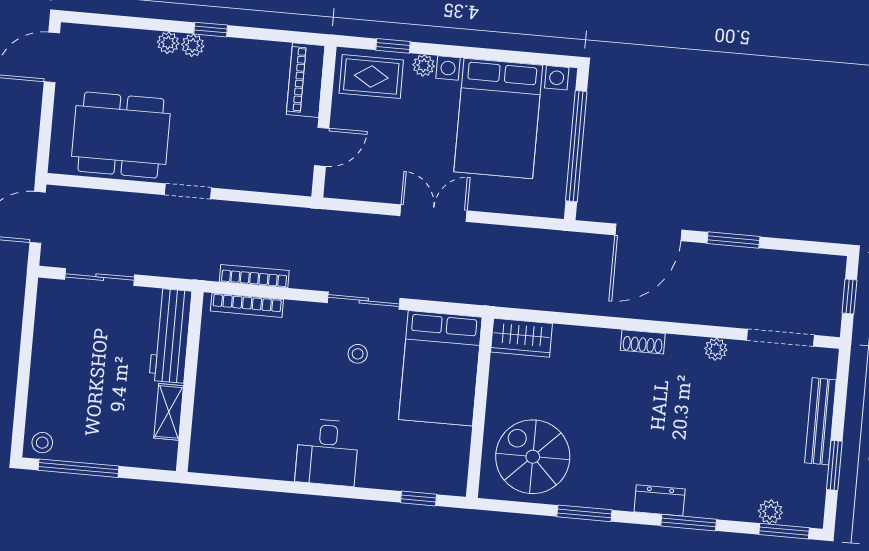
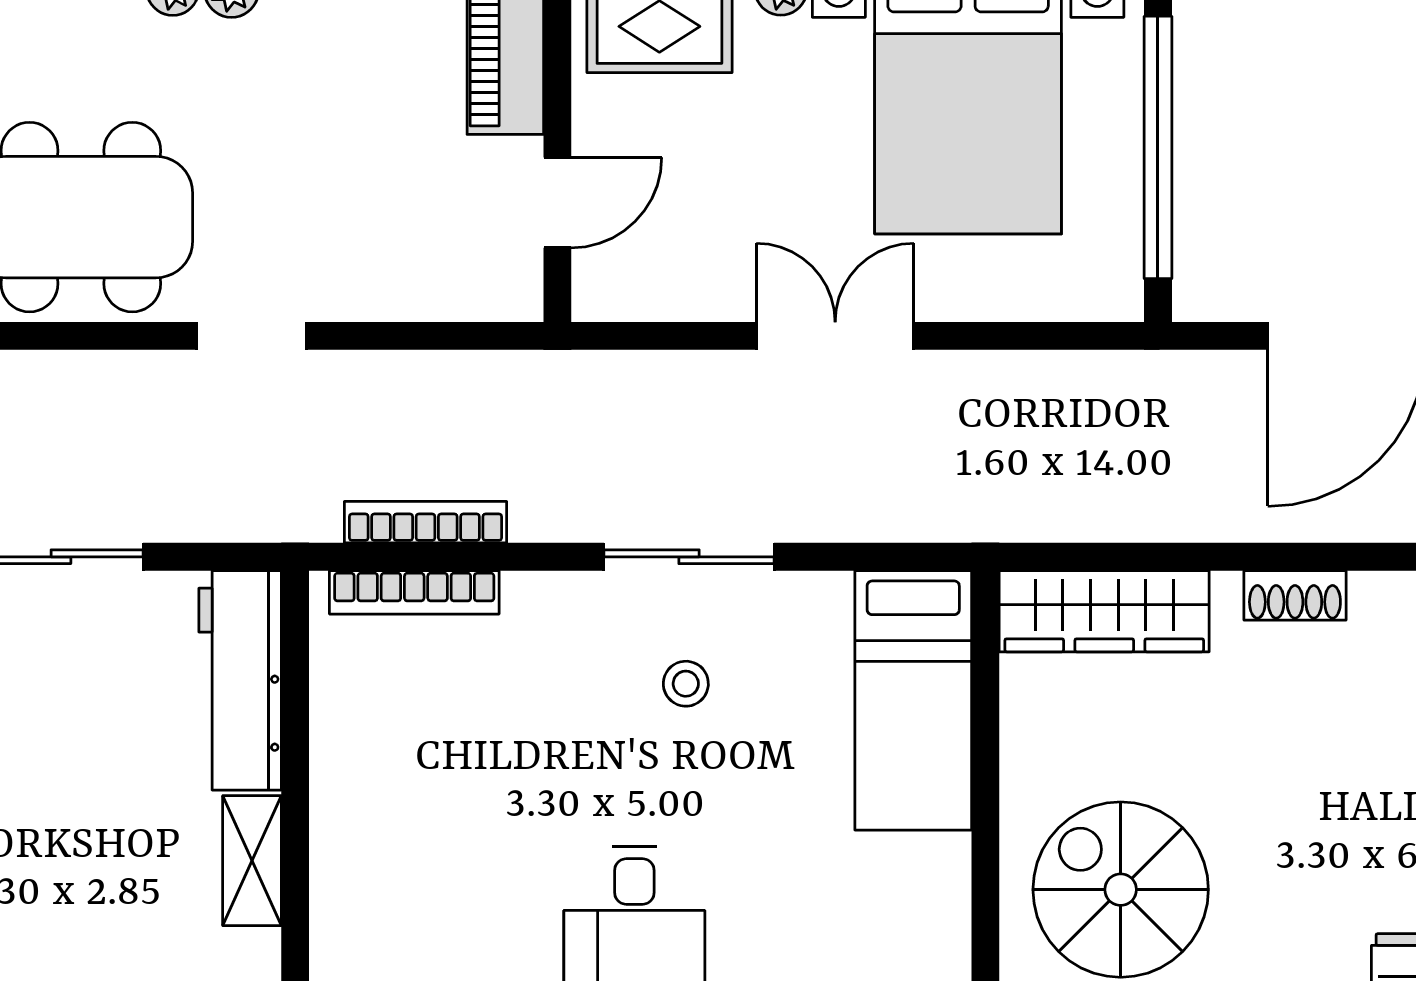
wardrobe: (522, 338) -> (1104, 611), width x1.50
shoe rack: (643, 342) -> (1295, 595), moved
bed: (440, 368) -> (913, 700), width x0.67

